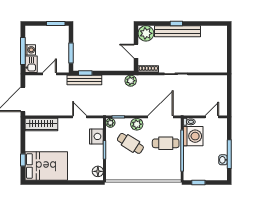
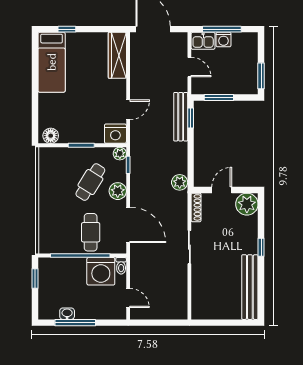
bench: (177, 31) -> (250, 287), moved
nightstand: (96, 136) -> (115, 134), moved
bed: (46, 166) -> (52, 62), width x0.67

